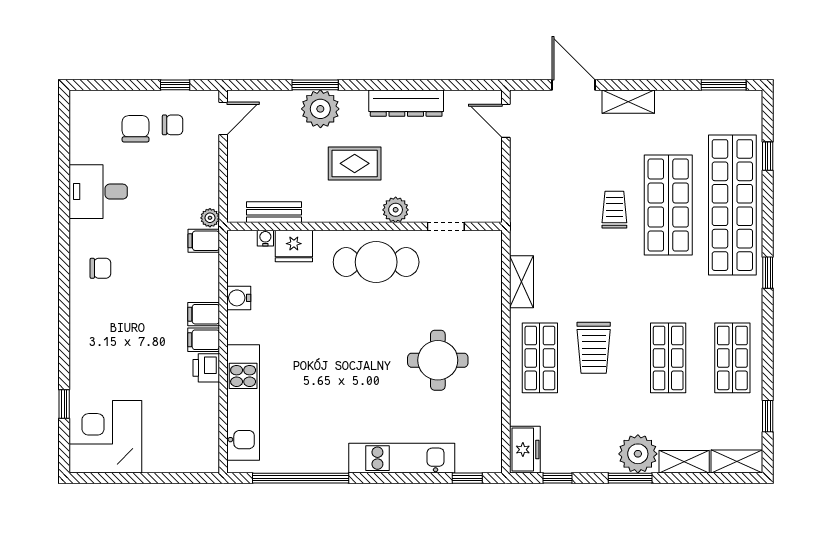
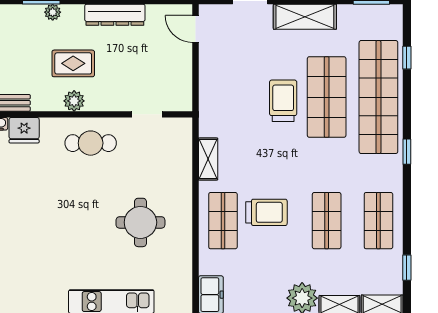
shelving: (628, 102) -> (305, 17), width x1.50, depth x1.33
plant: (320, 109) -> (53, 12), width x0.53, depth x0.53
plant: (396, 210) -> (74, 101), moved
trolley: (614, 210) -> (283, 101), width x1.36, depth x1.39
cafe table: (376, 262) -> (91, 143), width x0.73, depth x0.74
trolley: (594, 348) -> (266, 212), turned -90

